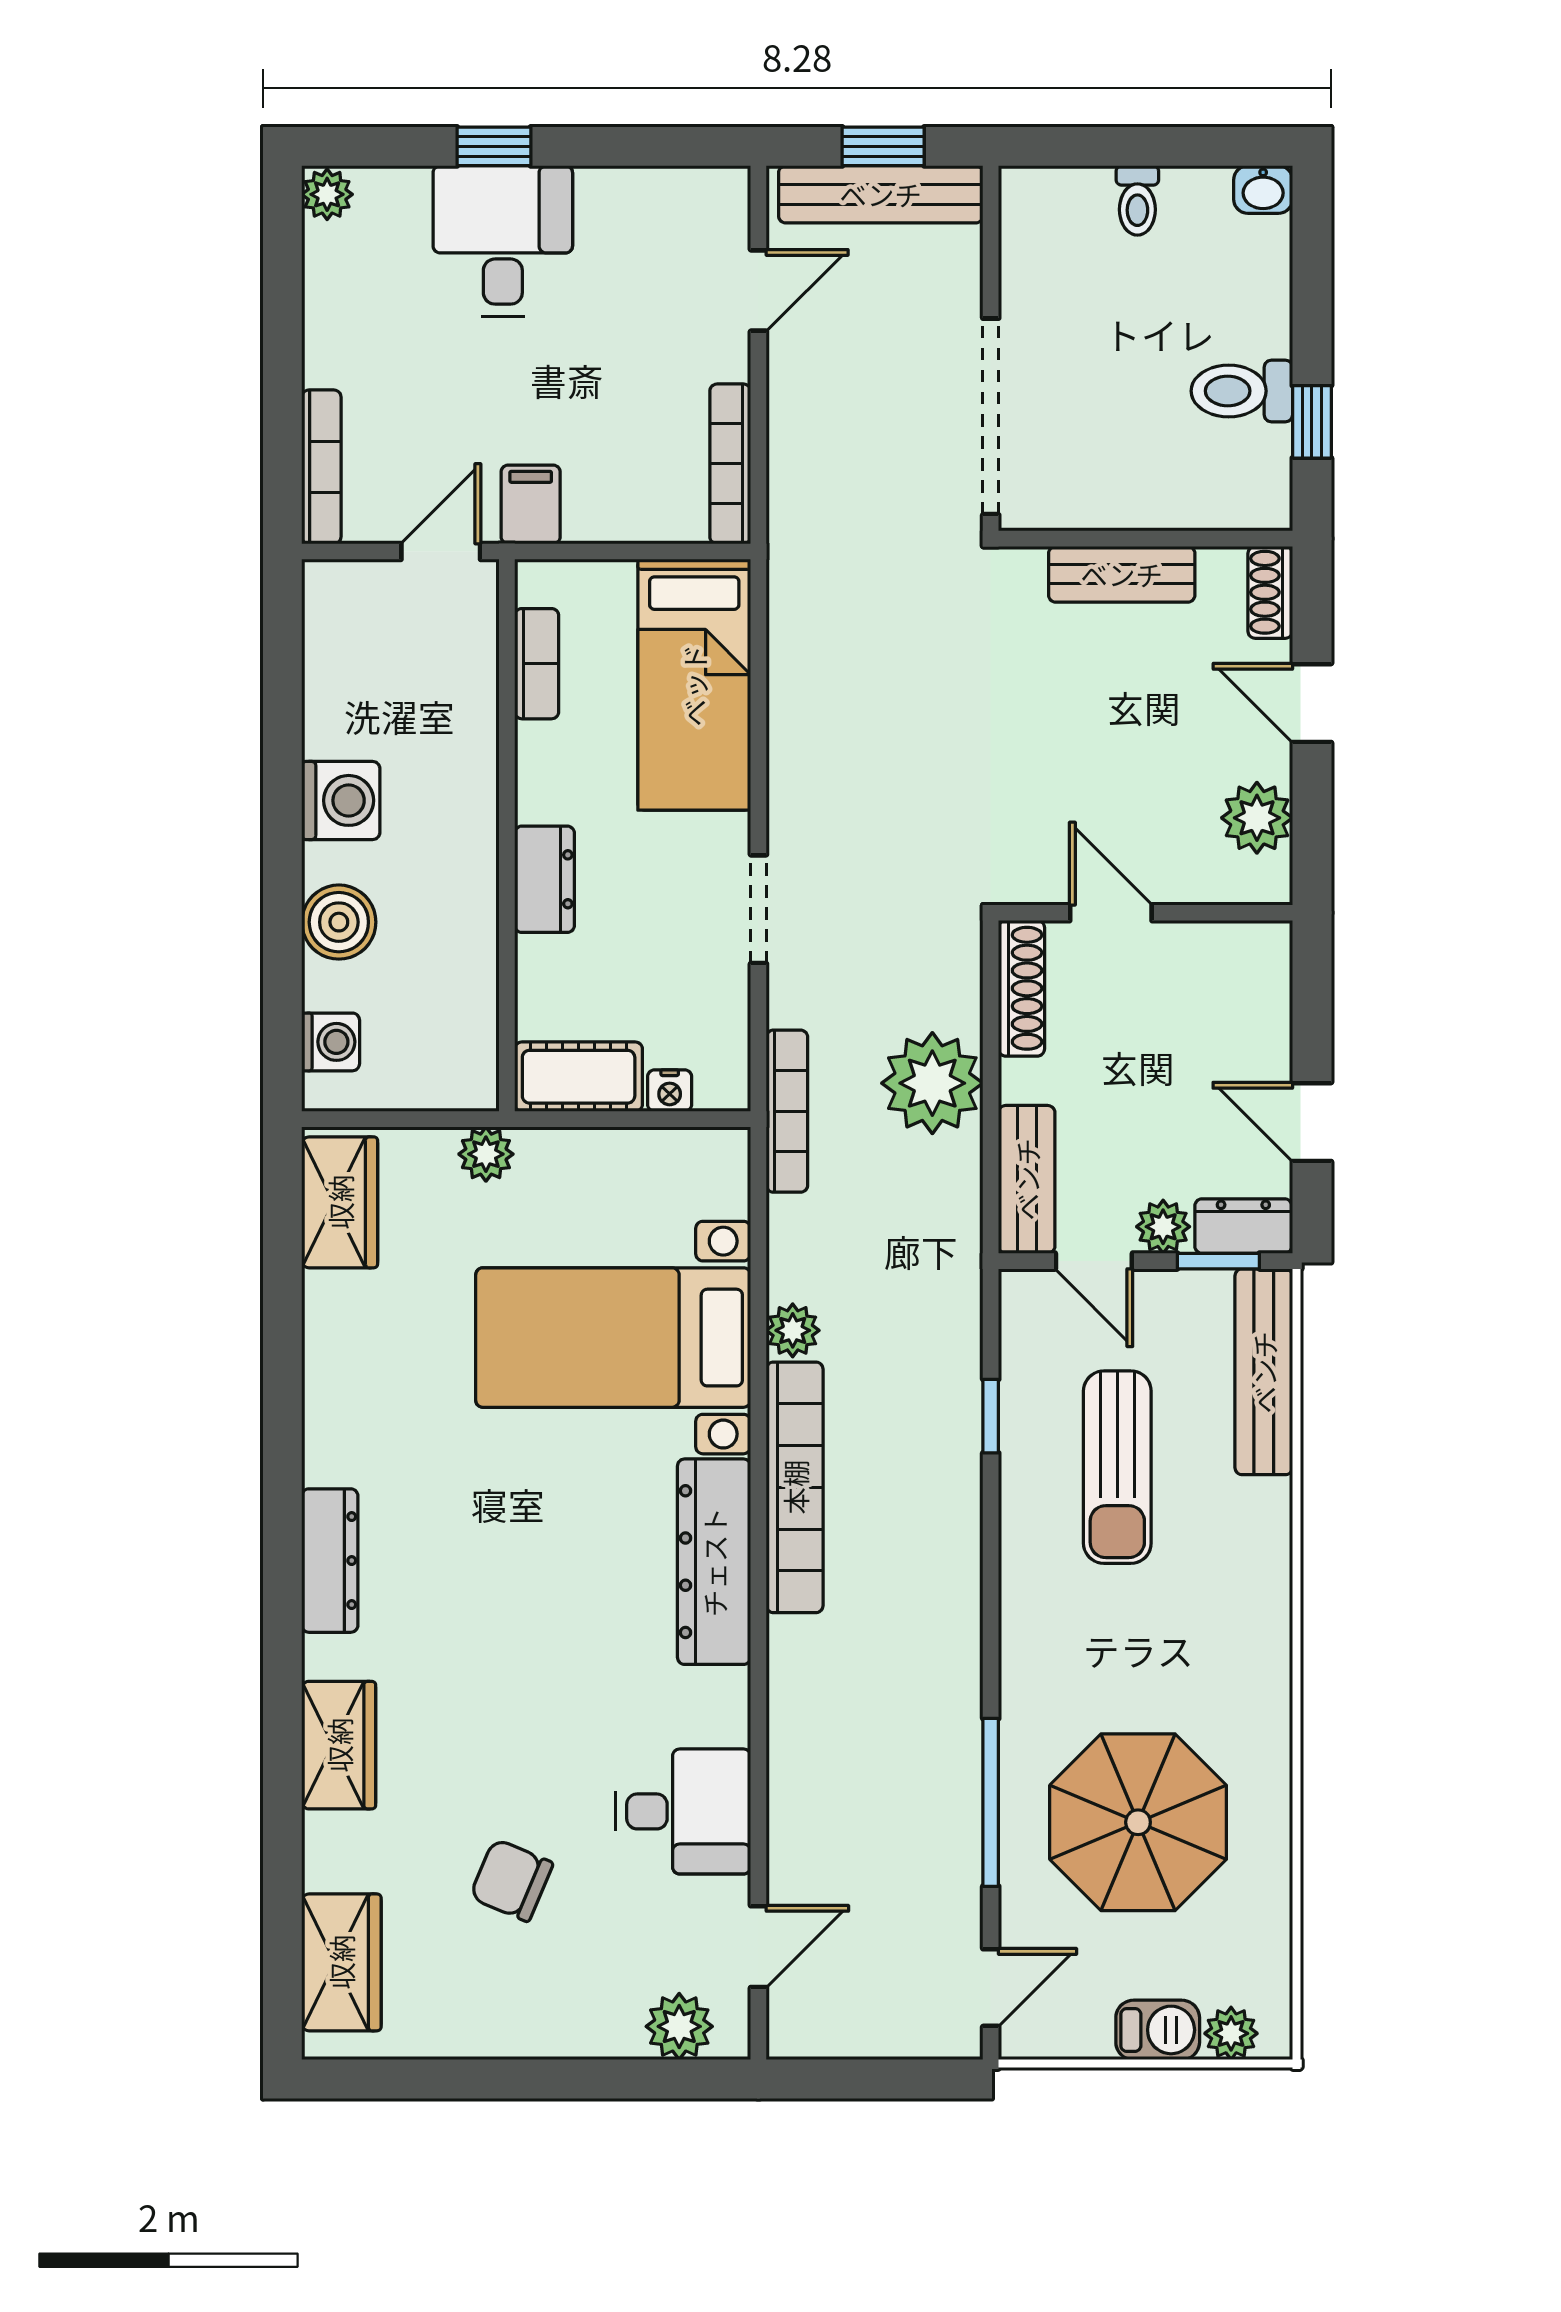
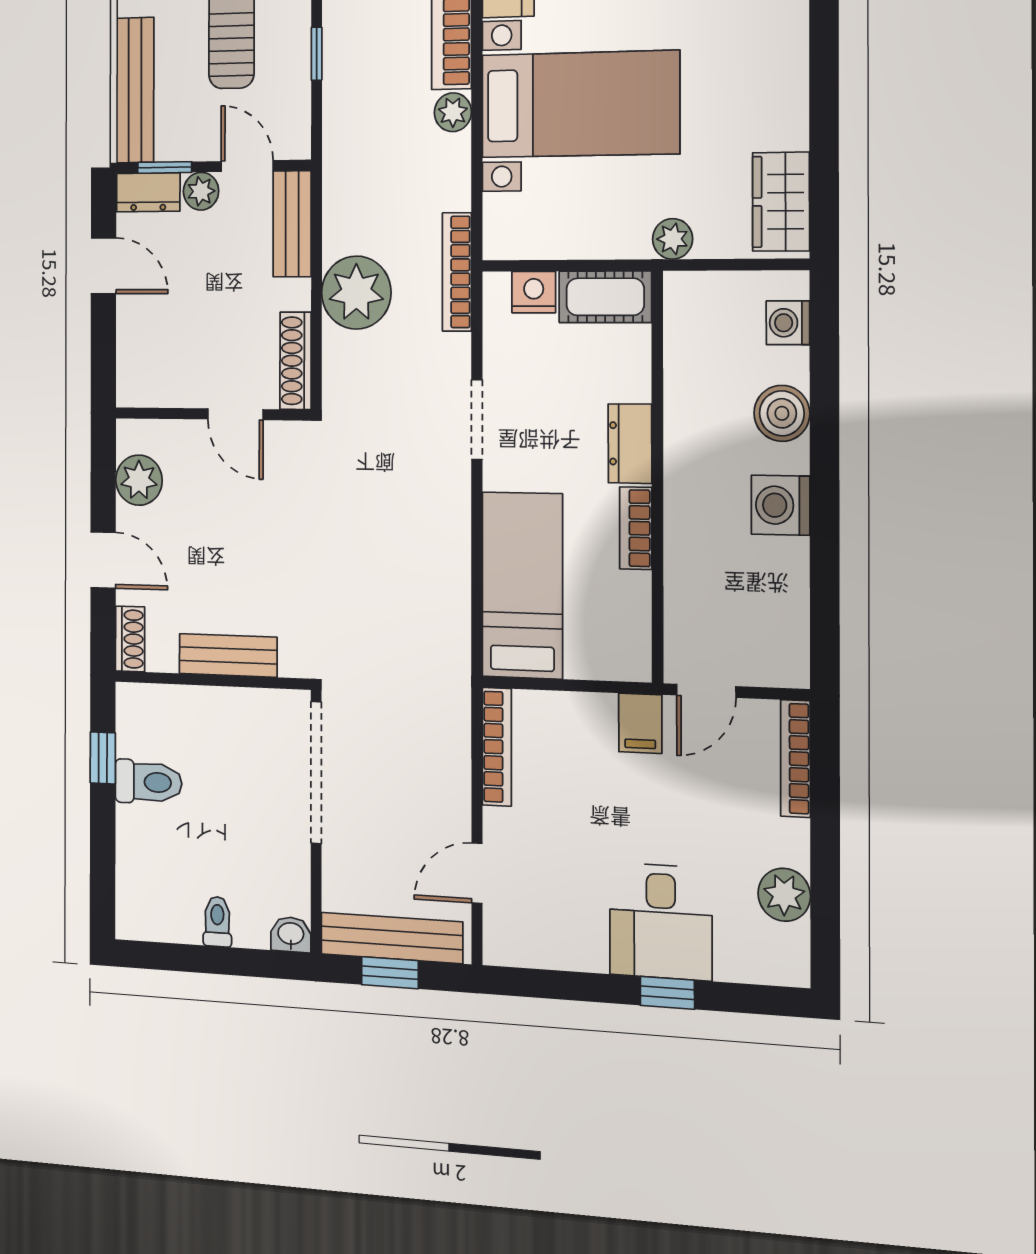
washbasin: (1263, 190) -> (291, 934), moved
plant: (327, 194) -> (784, 895), moved, width x1.38, depth x1.38
bookcase: (537, 664) -> (636, 528), moved
nightstand: (670, 1091) -> (534, 292), width x1.39, depth x1.35

